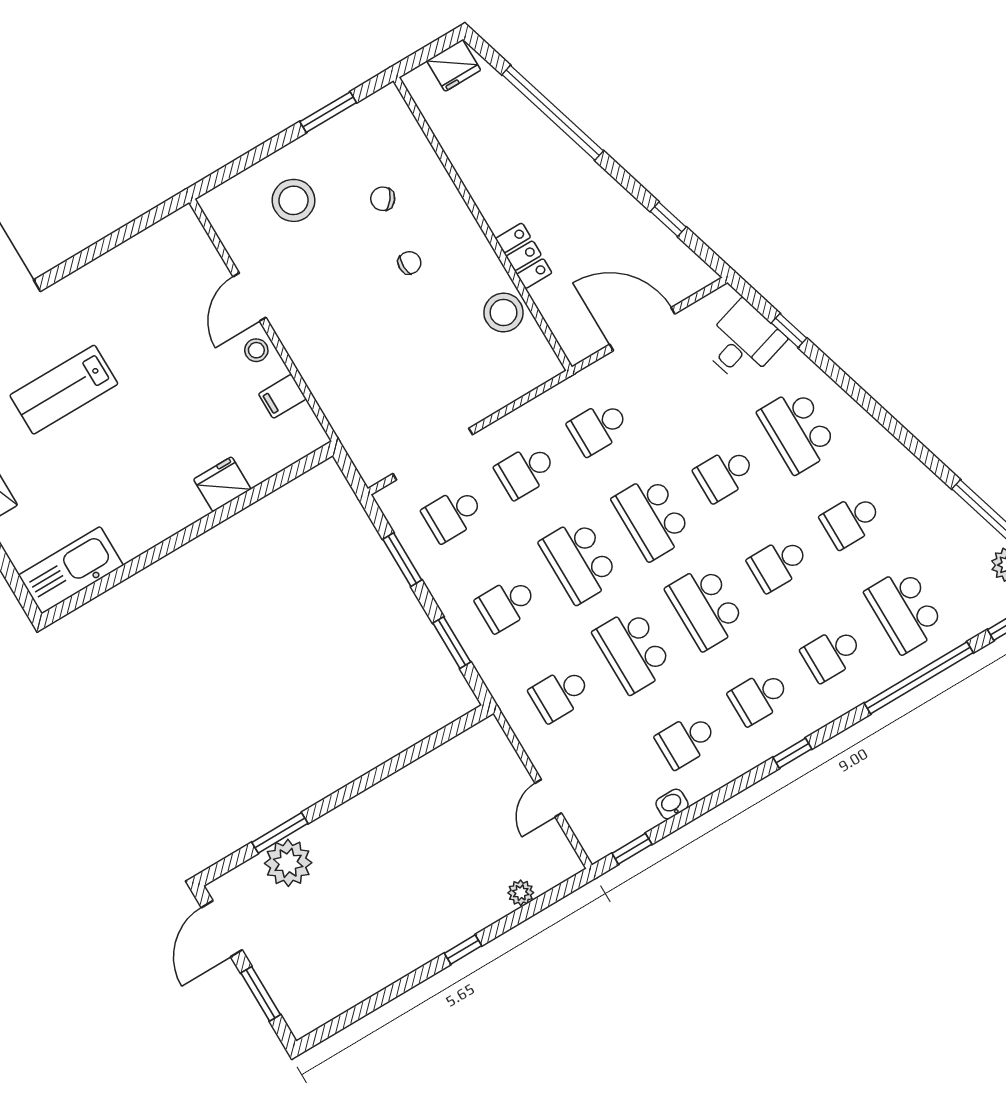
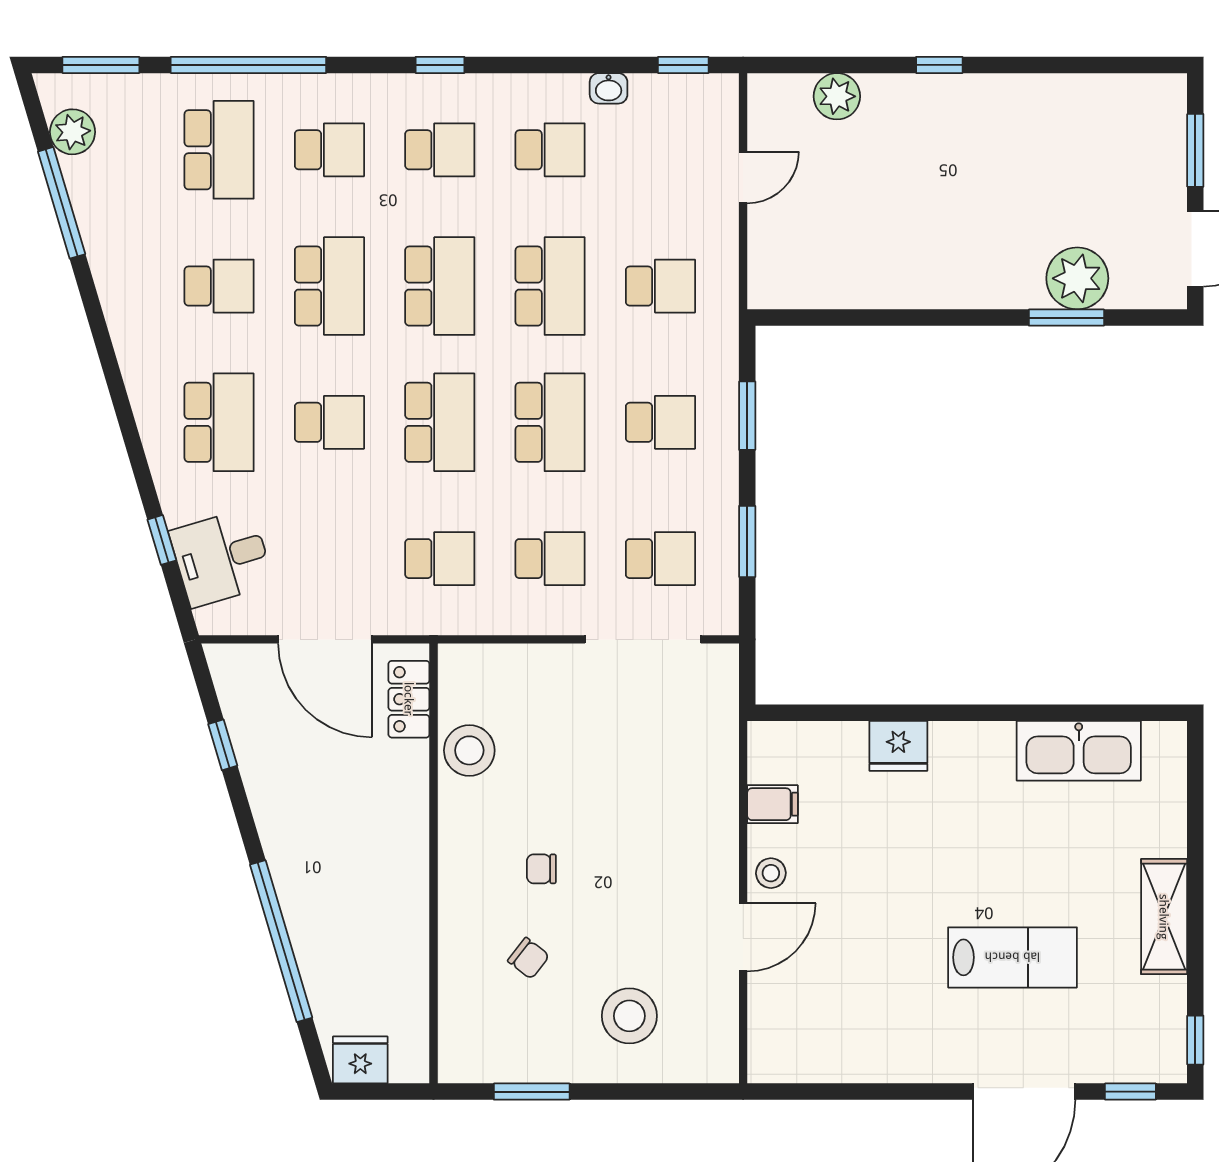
locker: (524, 256) -> (409, 699), moved
school desk: (778, 564) -> (329, 286), width x1.85
kitchen sink: (71, 570) -> (1079, 751), moved
plant: (521, 893) -> (837, 96), width x1.38, depth x1.38

